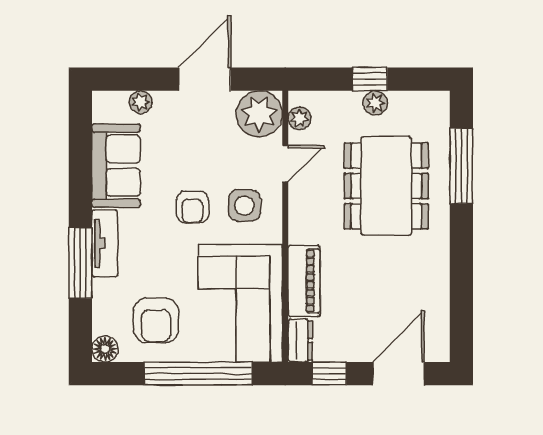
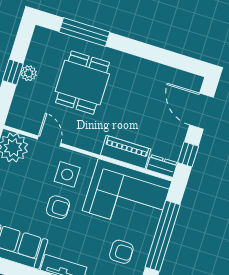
plant: (300, 118) -> (24, 123), removed
dining table: (386, 186) -> (82, 83), width x0.73
armchair: (156, 320) -> (121, 252), width x0.72, depth x0.72

